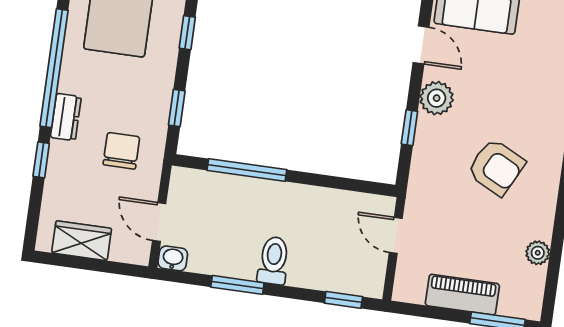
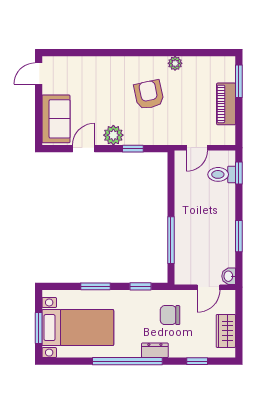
window: (187, 33) -> (96, 286), width x1.50
window: (41, 160) -> (197, 361), moved
armchair: (496, 167) -> (149, 95), turned -39
plant: (538, 253) -> (175, 63), moved
toilet: (274, 261) -> (222, 174), moved

